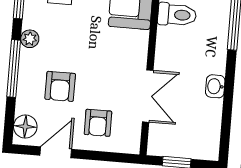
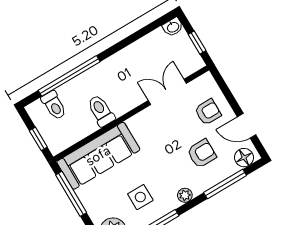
window: (14, 69) -> (225, 184), moved
washbasin: (215, 86) -> (173, 27), moved

